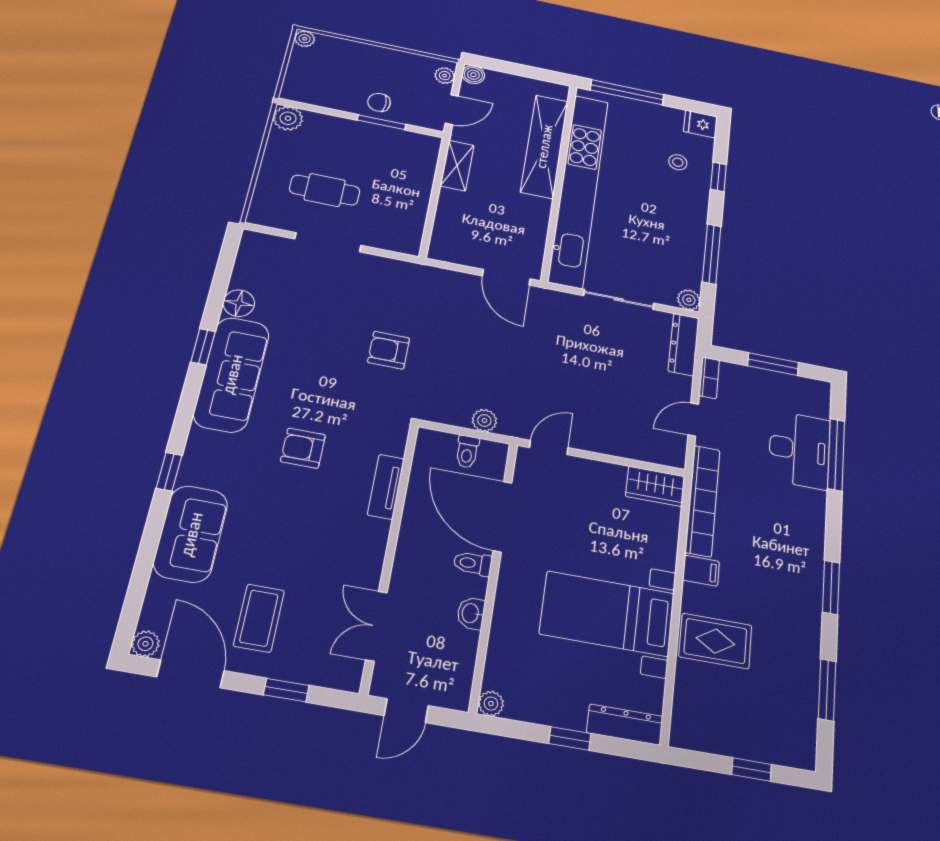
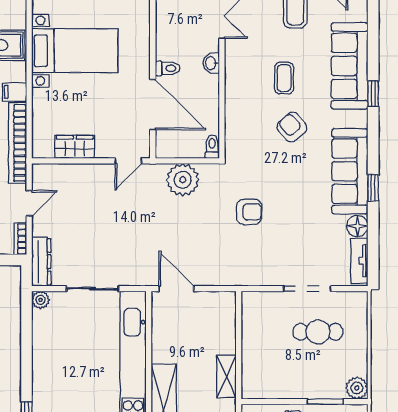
window: (382, 122) -> (325, 402), moved
window: (712, 254) -> (27, 344), removed
plant: (484, 420) -> (183, 180), width x1.88, depth x1.88
armchair: (303, 448) -> (292, 127), turned -131
toilet: (467, 452) -> (212, 147), moved
wardrobe: (655, 486) -> (75, 147), moved
tv unit: (386, 487) -> (359, 261), moved, turned 180
coffee table: (299, 518) -> (284, 78), added
sofa: (191, 534) -> (350, 66), width x1.36
washbasin: (471, 613) -> (211, 63), moved, turned 180

